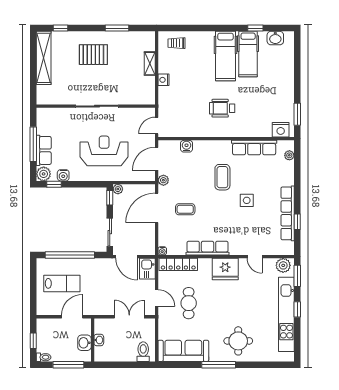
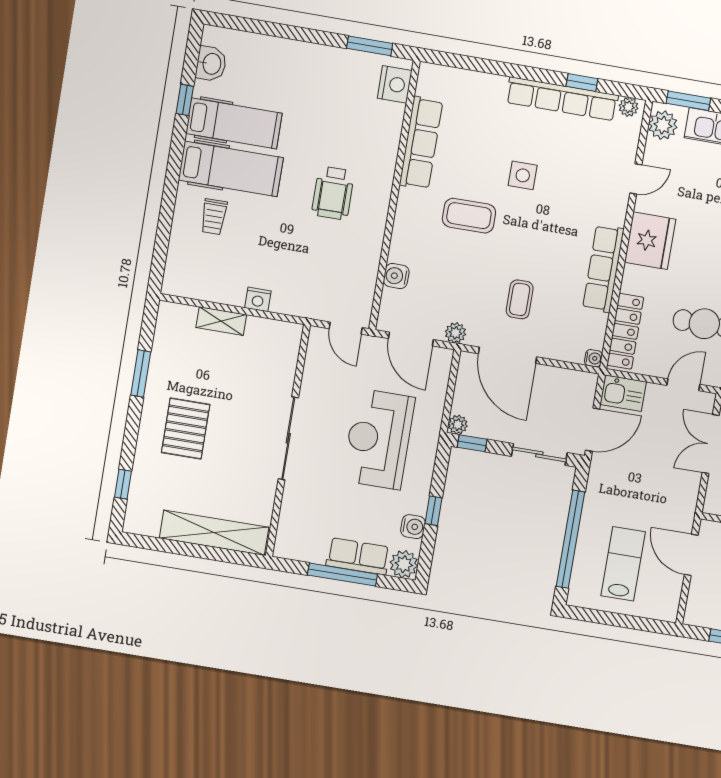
trolley: (177, 43) -> (214, 217), moved
shelving: (44, 58) -> (214, 533), moved
plant: (289, 155) -> (629, 107), moved
window: (54, 184) -> (434, 511), moved

